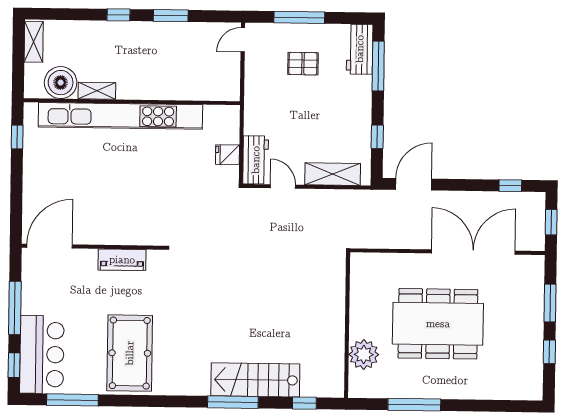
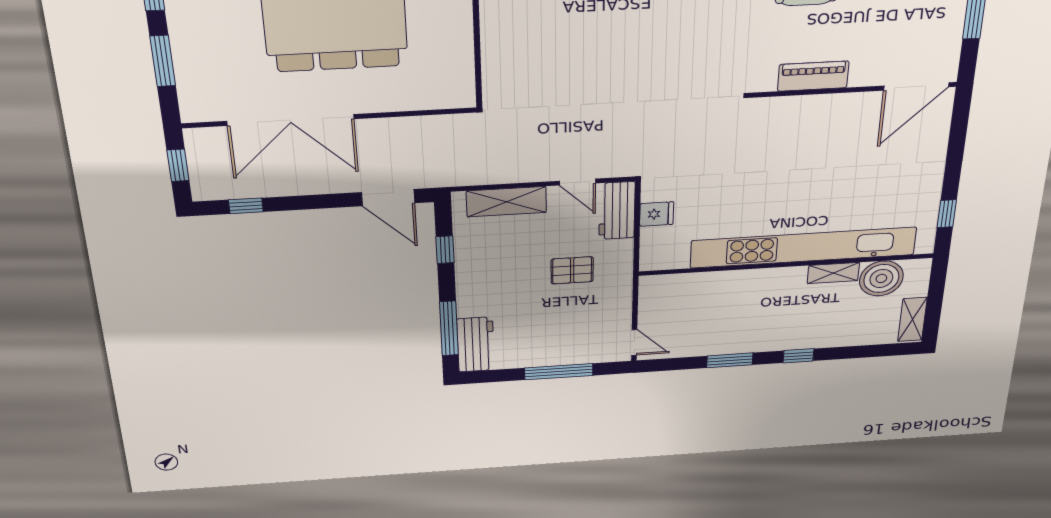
door: (243, 40) -> (634, 342), hinge flipped
pallet: (303, 64) -> (572, 270), moved
door: (414, 184) -> (388, 198), hinge flipped

